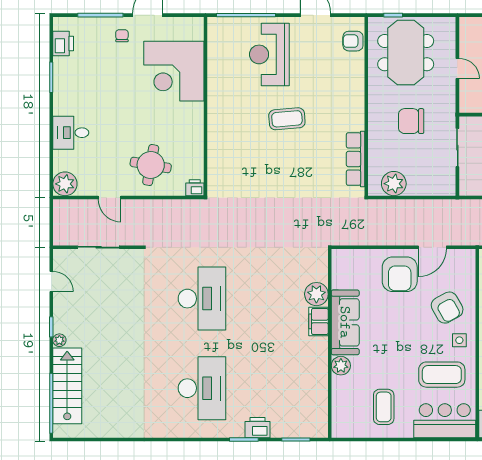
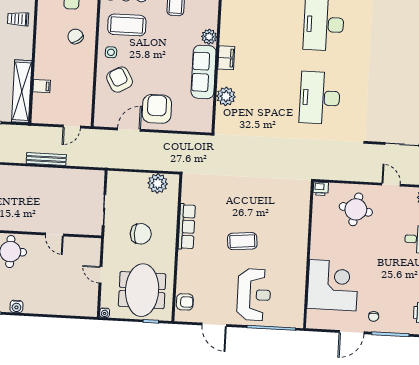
water cooler: (450, 23) -> (105, 313), added
row of seats: (356, 159) -> (187, 227), moved
filing cabinet: (319, 321) -> (226, 58), moved

